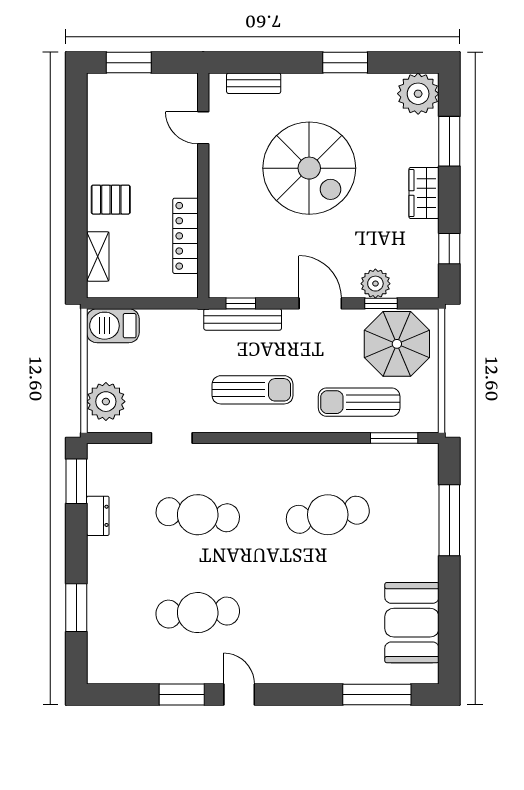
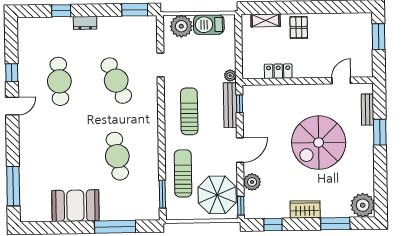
window: (345, 63) -> (380, 132), moved
locker: (185, 236) -> (278, 71), width x0.66
window: (381, 303) -> (241, 206), moved
plant: (192, 319) -> (230, 76), added
barbecue: (113, 326) -> (209, 25), moved, turned -90
sun lounger: (252, 390) -> (189, 111), turned 180
cafe table: (198, 515) -> (116, 81), turned -30
dresser: (98, 516) -> (85, 23), moved
window: (76, 608) -> (61, 11), width x0.67
booth: (412, 623) -> (75, 206), moved
window: (182, 694) -> (12, 73), width x0.67

